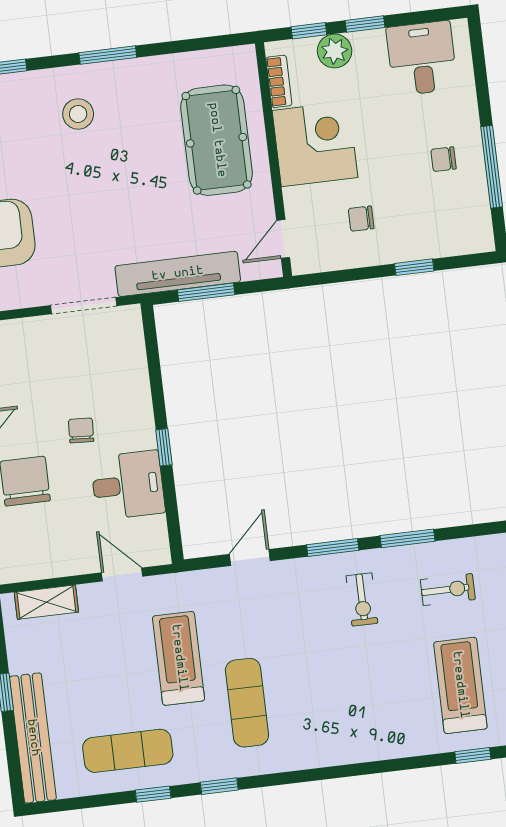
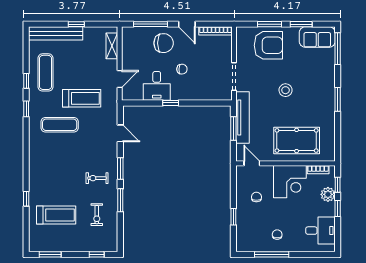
stool: (78, 114) -> (286, 90), moved
window: (473, 755) -> (26, 199), moved

